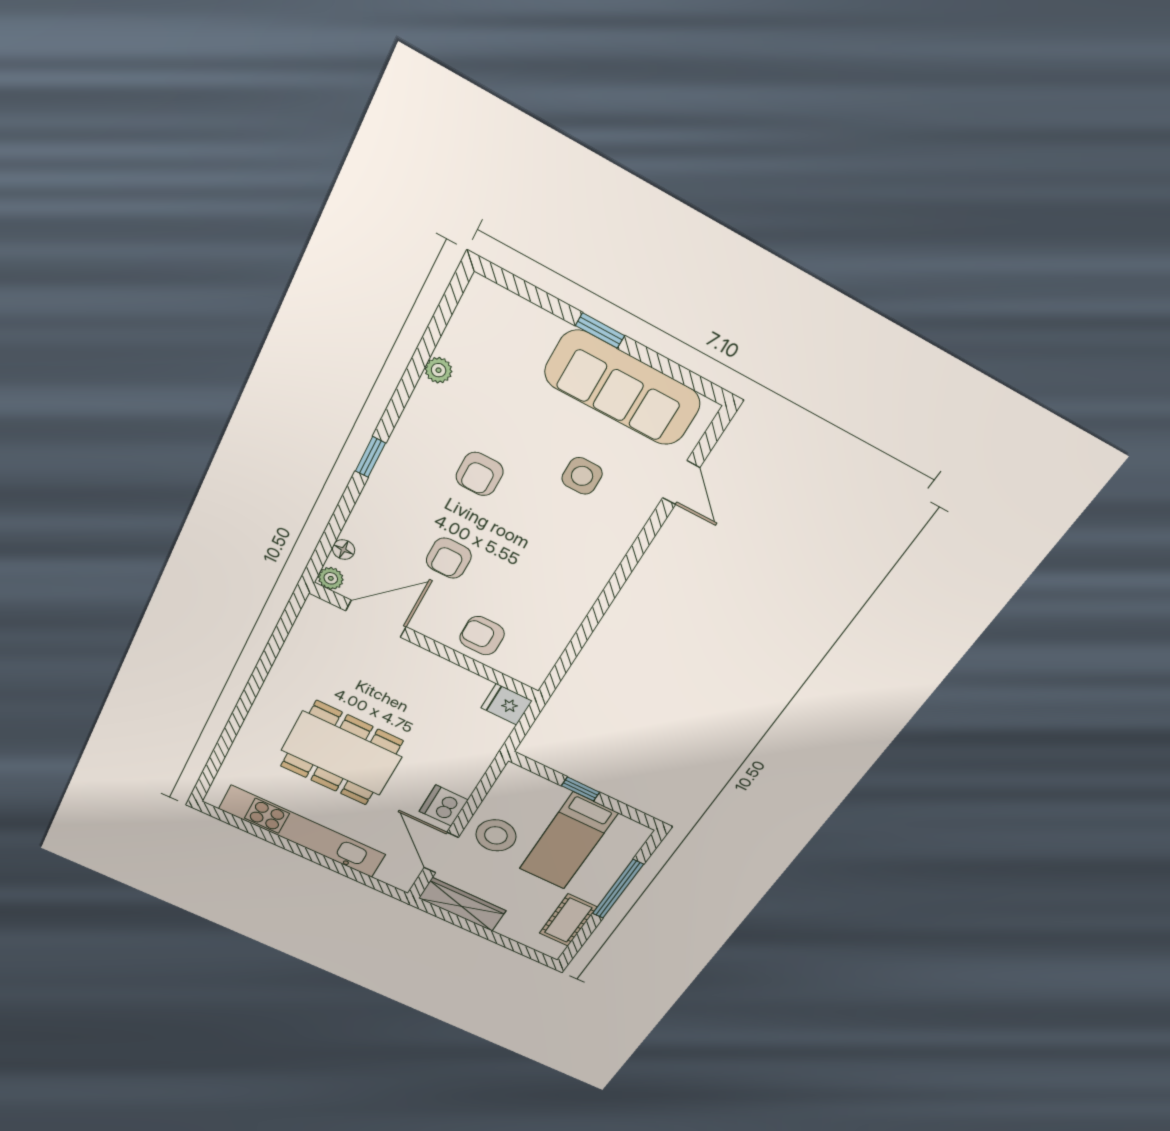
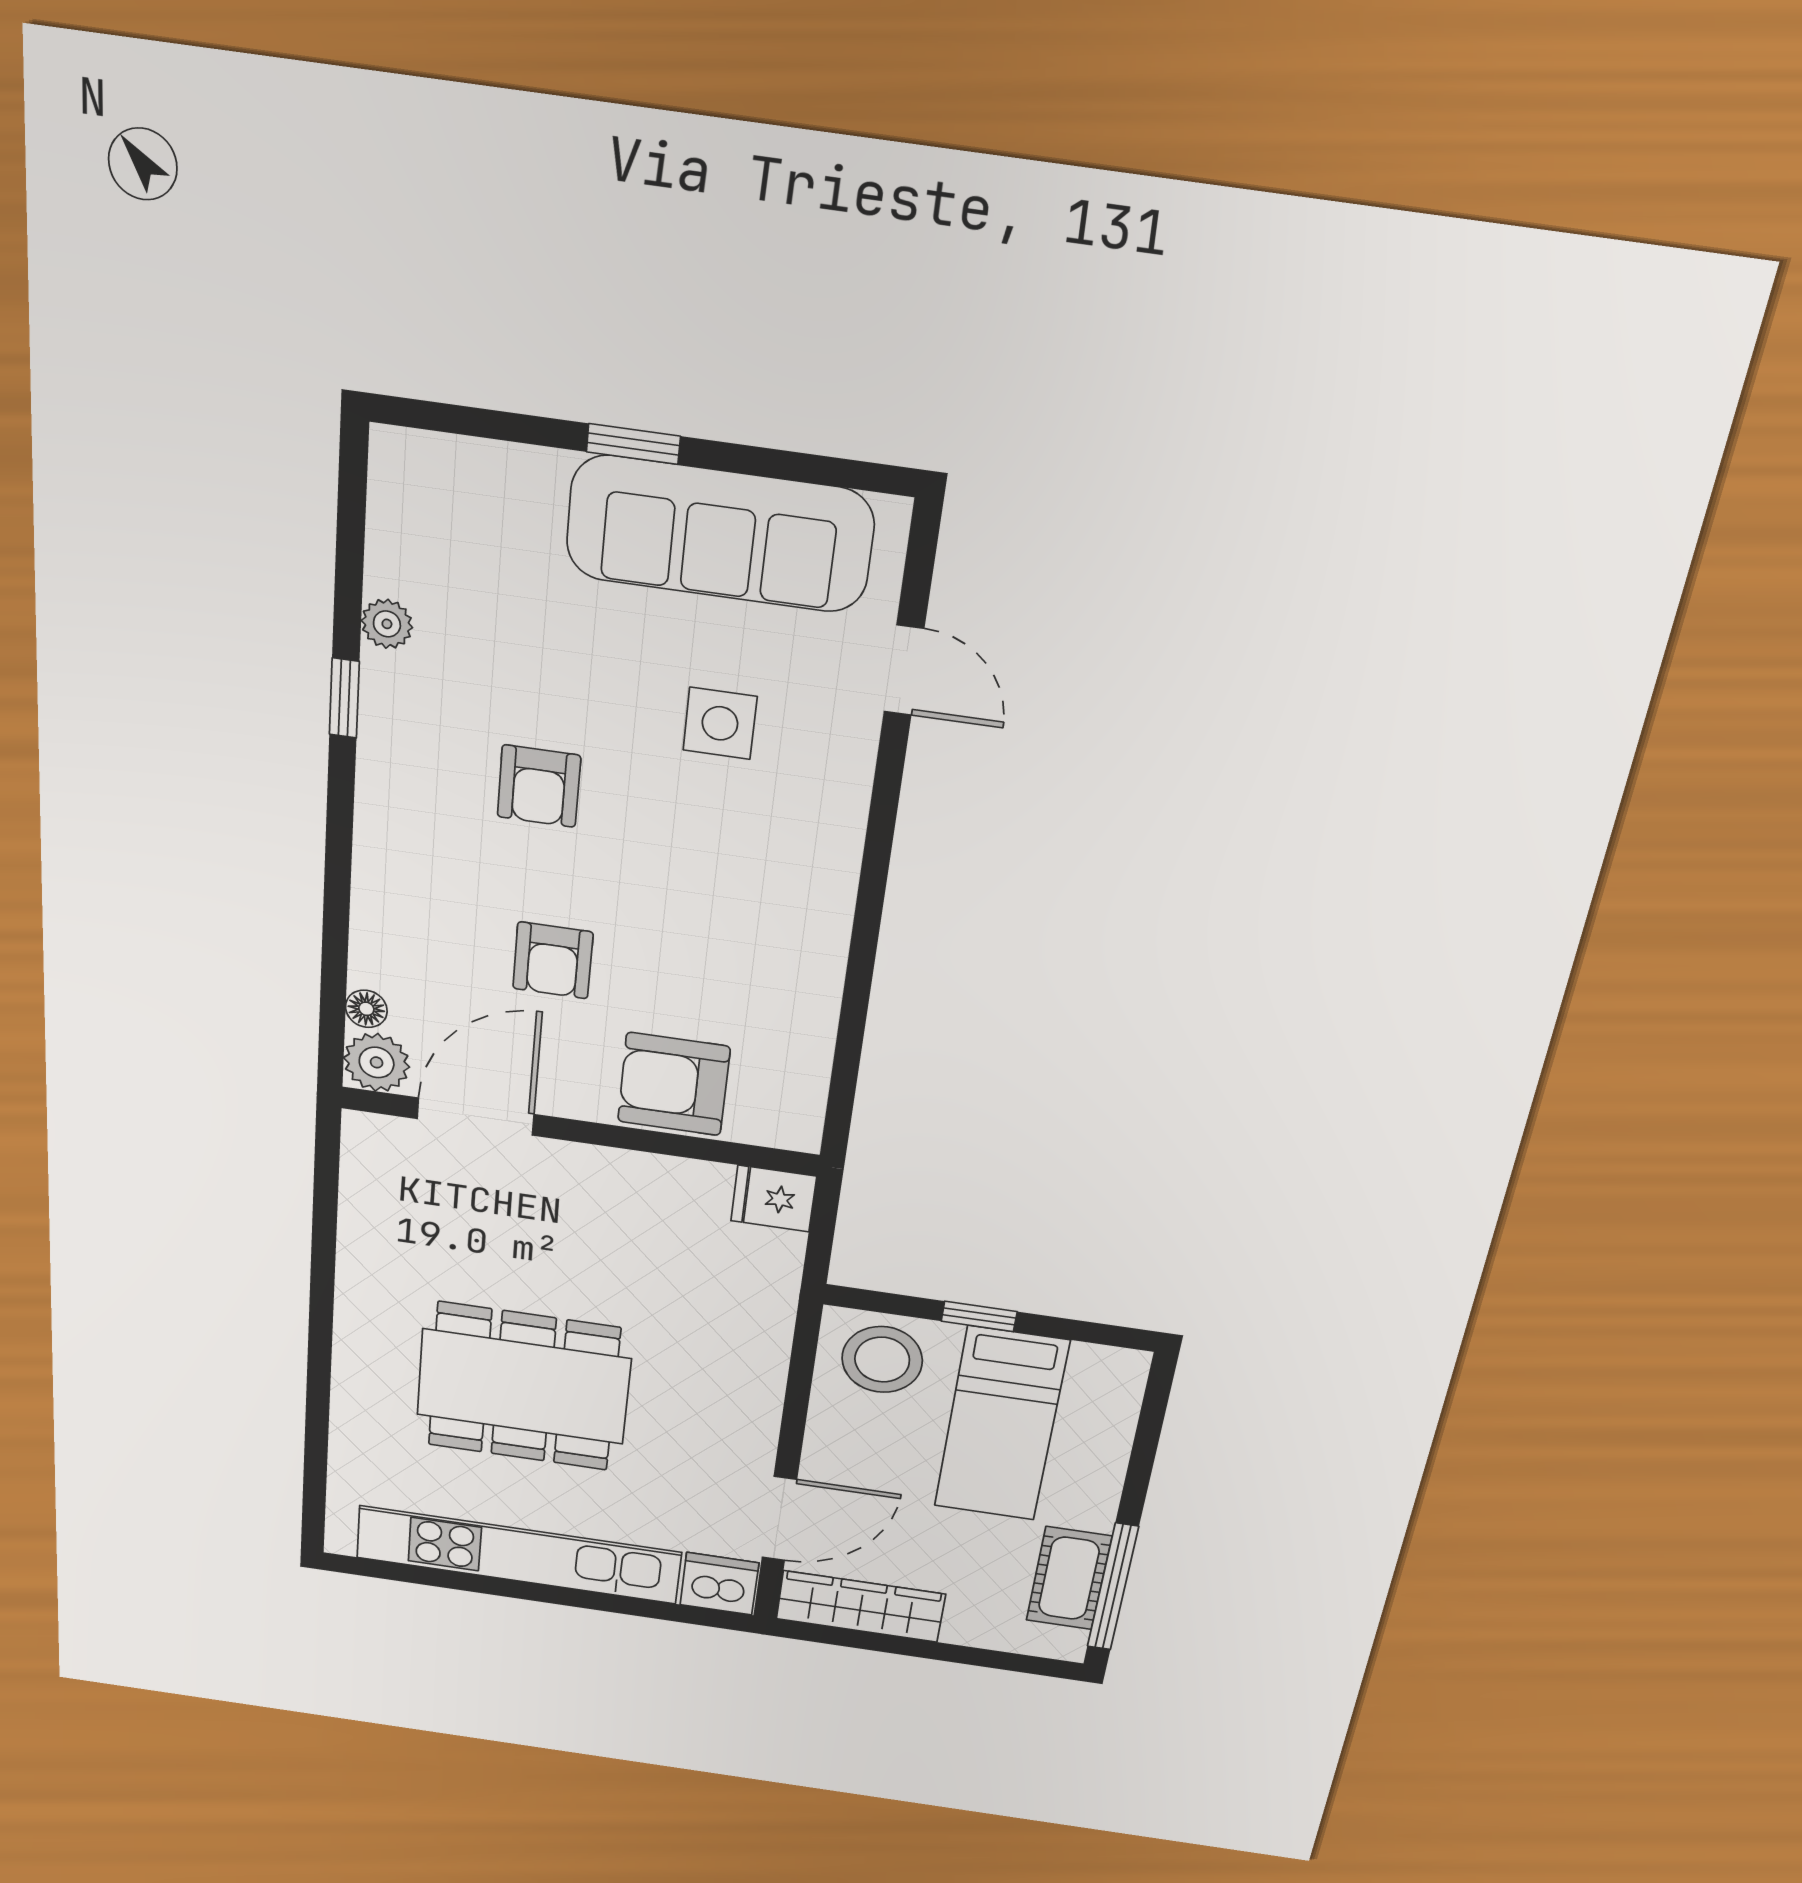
window: (370, 457) -> (344, 698), moved
plant: (331, 578) -> (377, 1062), width x1.38, depth x1.38
armchair: (482, 636) -> (674, 1084), width x1.38, depth x1.38
dishwasher: (444, 806) -> (719, 1584), moved, turned 90
stool: (496, 835) -> (882, 1360), moved
door: (441, 853) -> (779, 1519), swing flipped
window: (618, 889) -> (1113, 1587), moved

